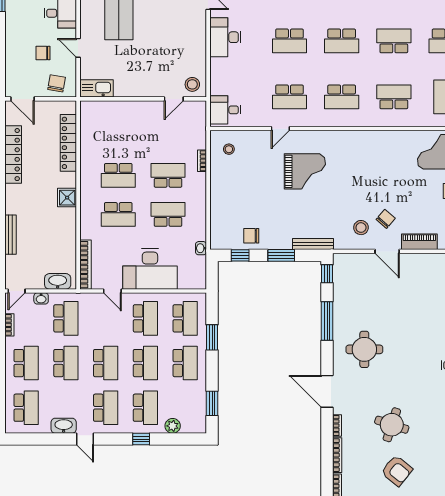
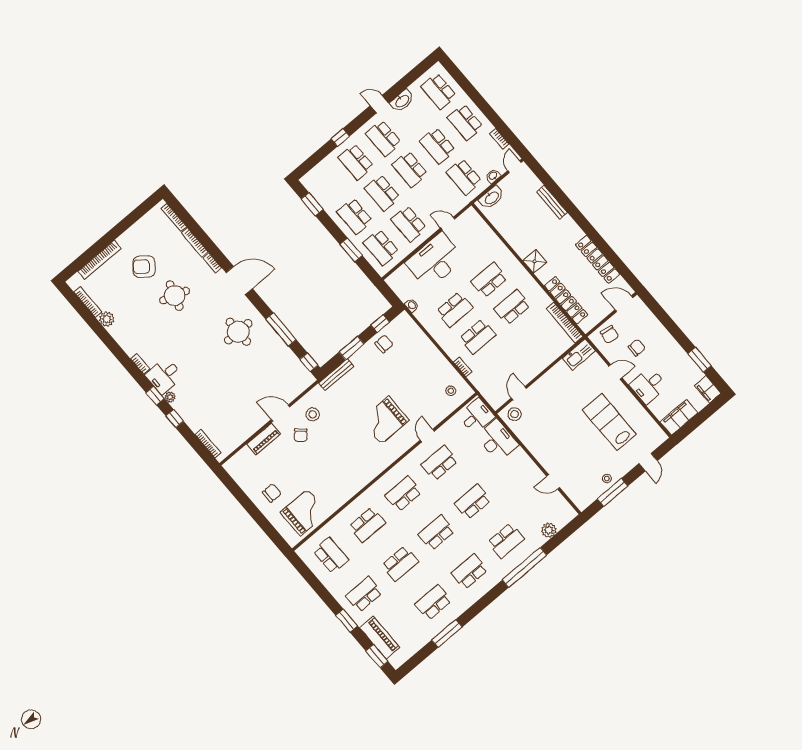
desk: (225, 37) -> (497, 440), moved
bookcase: (85, 265) -> (565, 323), moved
plant: (173, 426) -> (326, 165), removed

